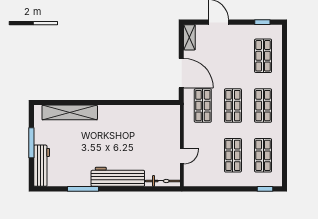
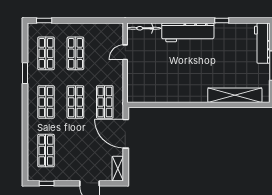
window: (284, 135) -> (25, 73), added
window: (83, 189) -> (222, 21), width x0.46

